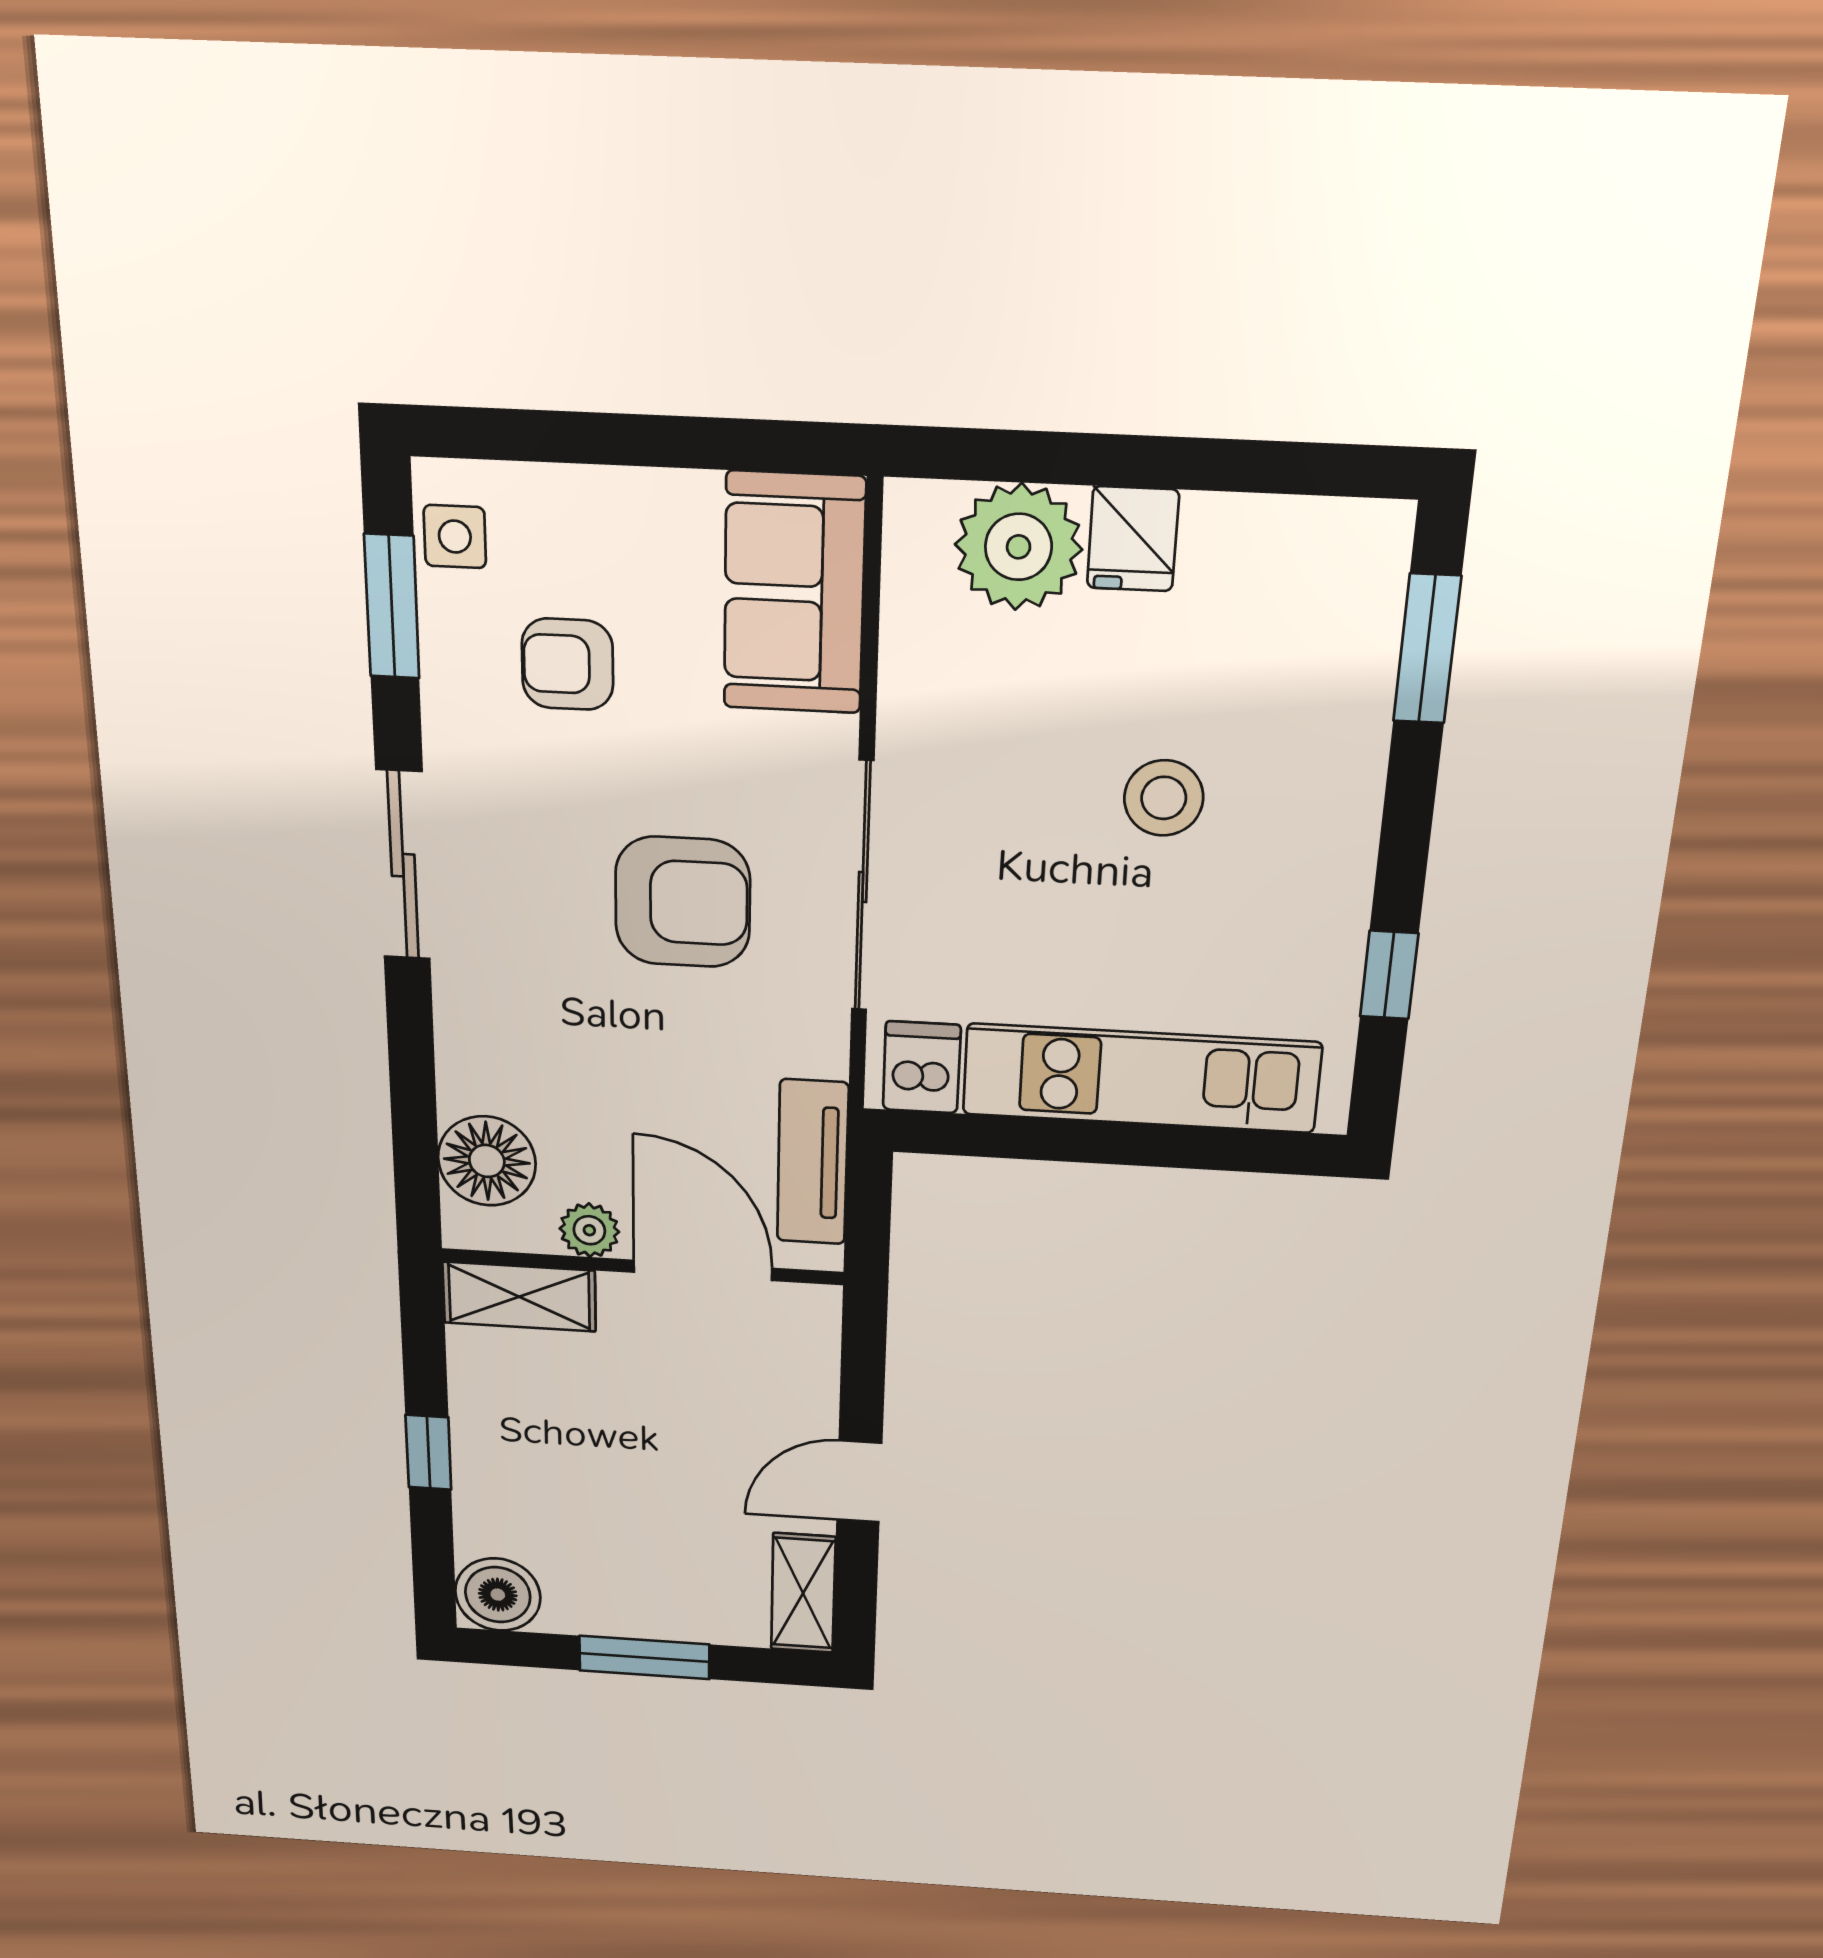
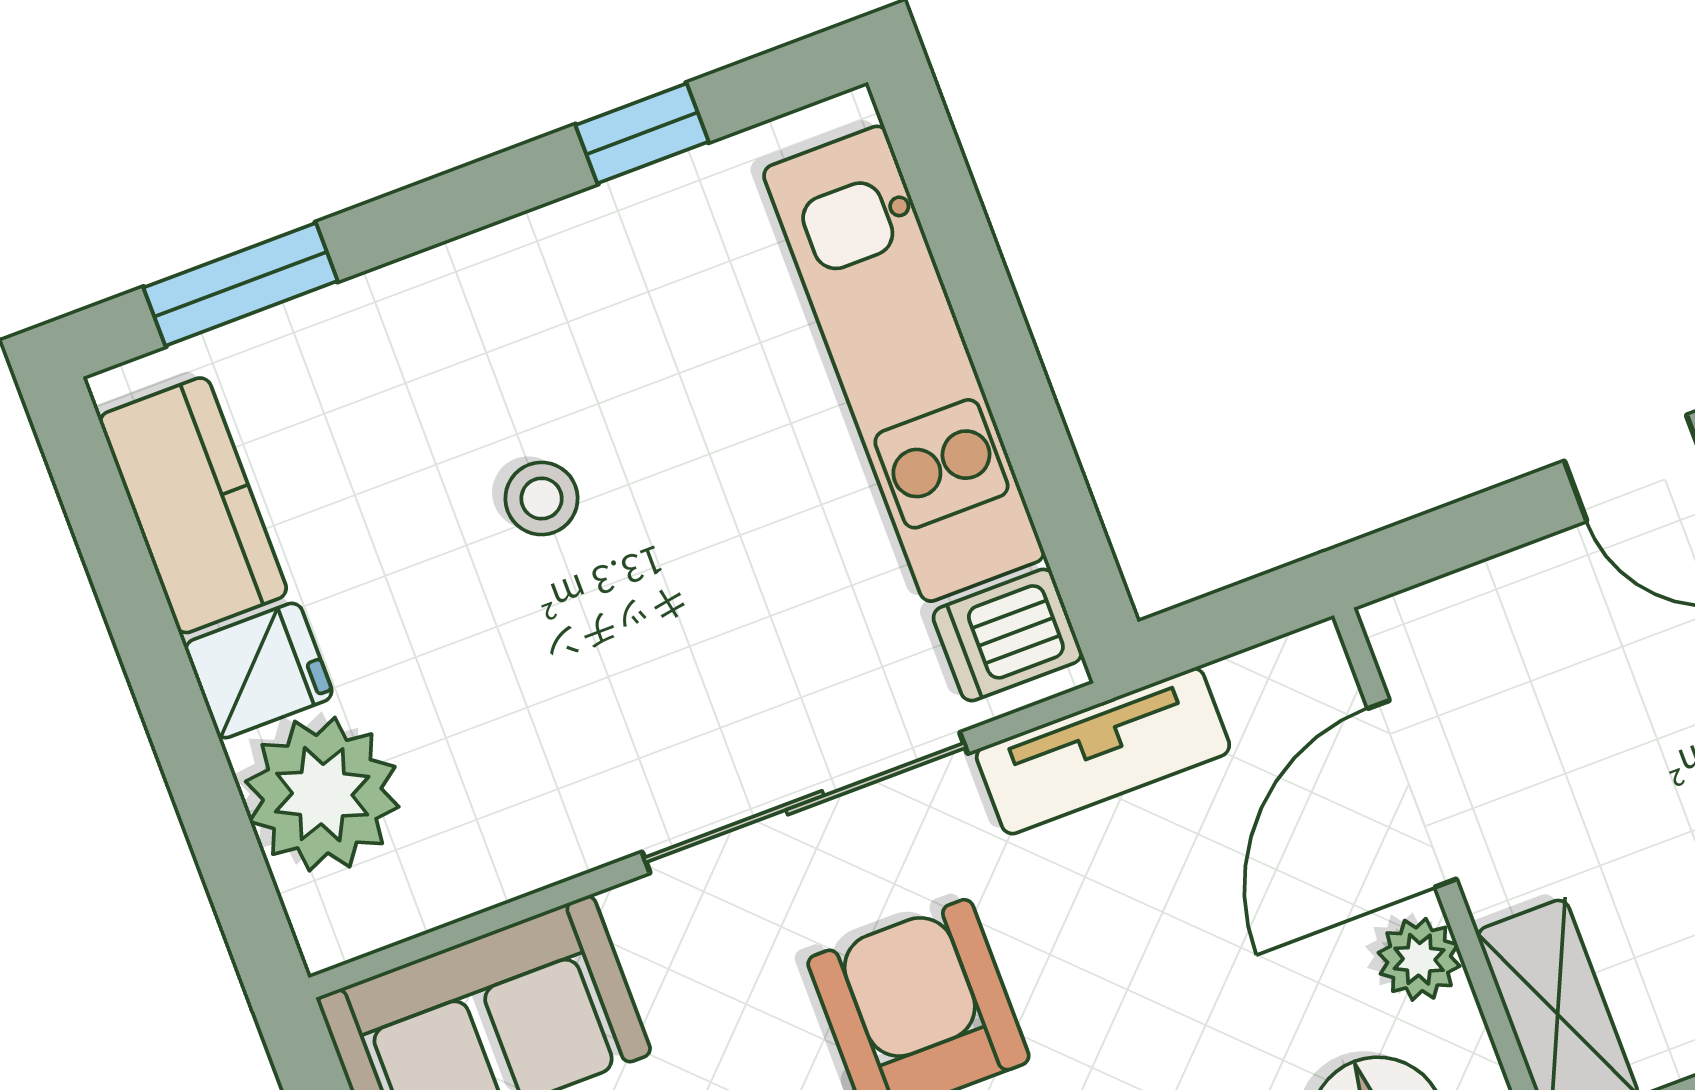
kitchen counter: (1280, 543) -> (193, 505), added
stool: (1164, 798) -> (542, 499), width x0.73, depth x0.73
tv unit: (813, 1162) -> (1103, 751), moved

